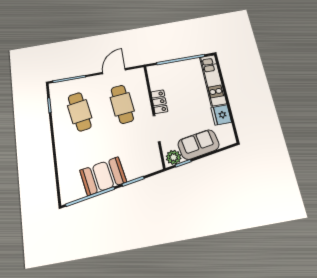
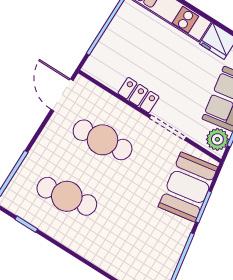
door: (114, 71) -> (62, 95), moved
booth: (103, 176) -> (188, 187), moved

